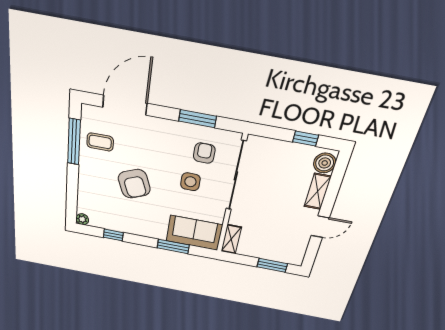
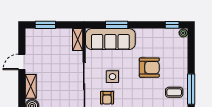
armchair: (134, 184) -> (149, 68), turned 112
sofa: (194, 233) -> (110, 39), width x1.36
window: (113, 235) -> (172, 25), moved

